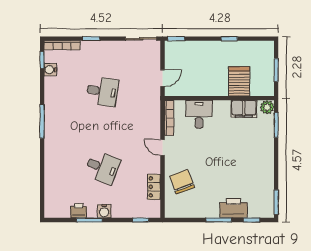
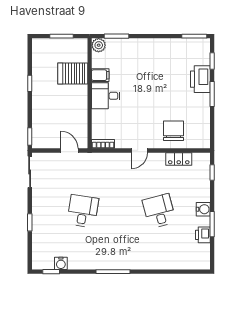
bookcase: (62, 45) -> (36, 252), removed
filing cabinet: (244, 109) -> (100, 75), width x0.50
desk: (199, 114) -> (106, 96), moved
bookcase: (169, 118) -> (103, 144), width x0.64
desk: (102, 167) -> (159, 211), turned -36
chair: (182, 182) -> (174, 131), turned 110

